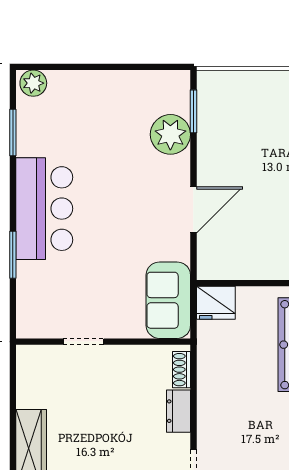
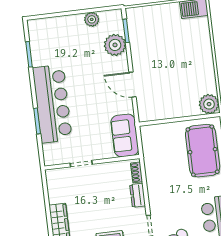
plant: (33, 83) -> (92, 19), moved
bar counter: (44, 209) -> (52, 104), width x1.36
door: (193, 210) -> (133, 85), swing flipped
fridge: (216, 303) -> (151, 134), removed

